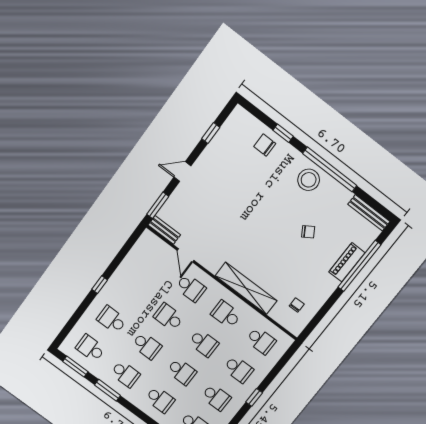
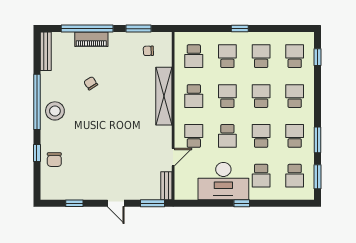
desk: (131, 284) -> (223, 181), added
window: (323, 311) -> (139, 29), added
school desk: (261, 341) -> (194, 56), turned 180

